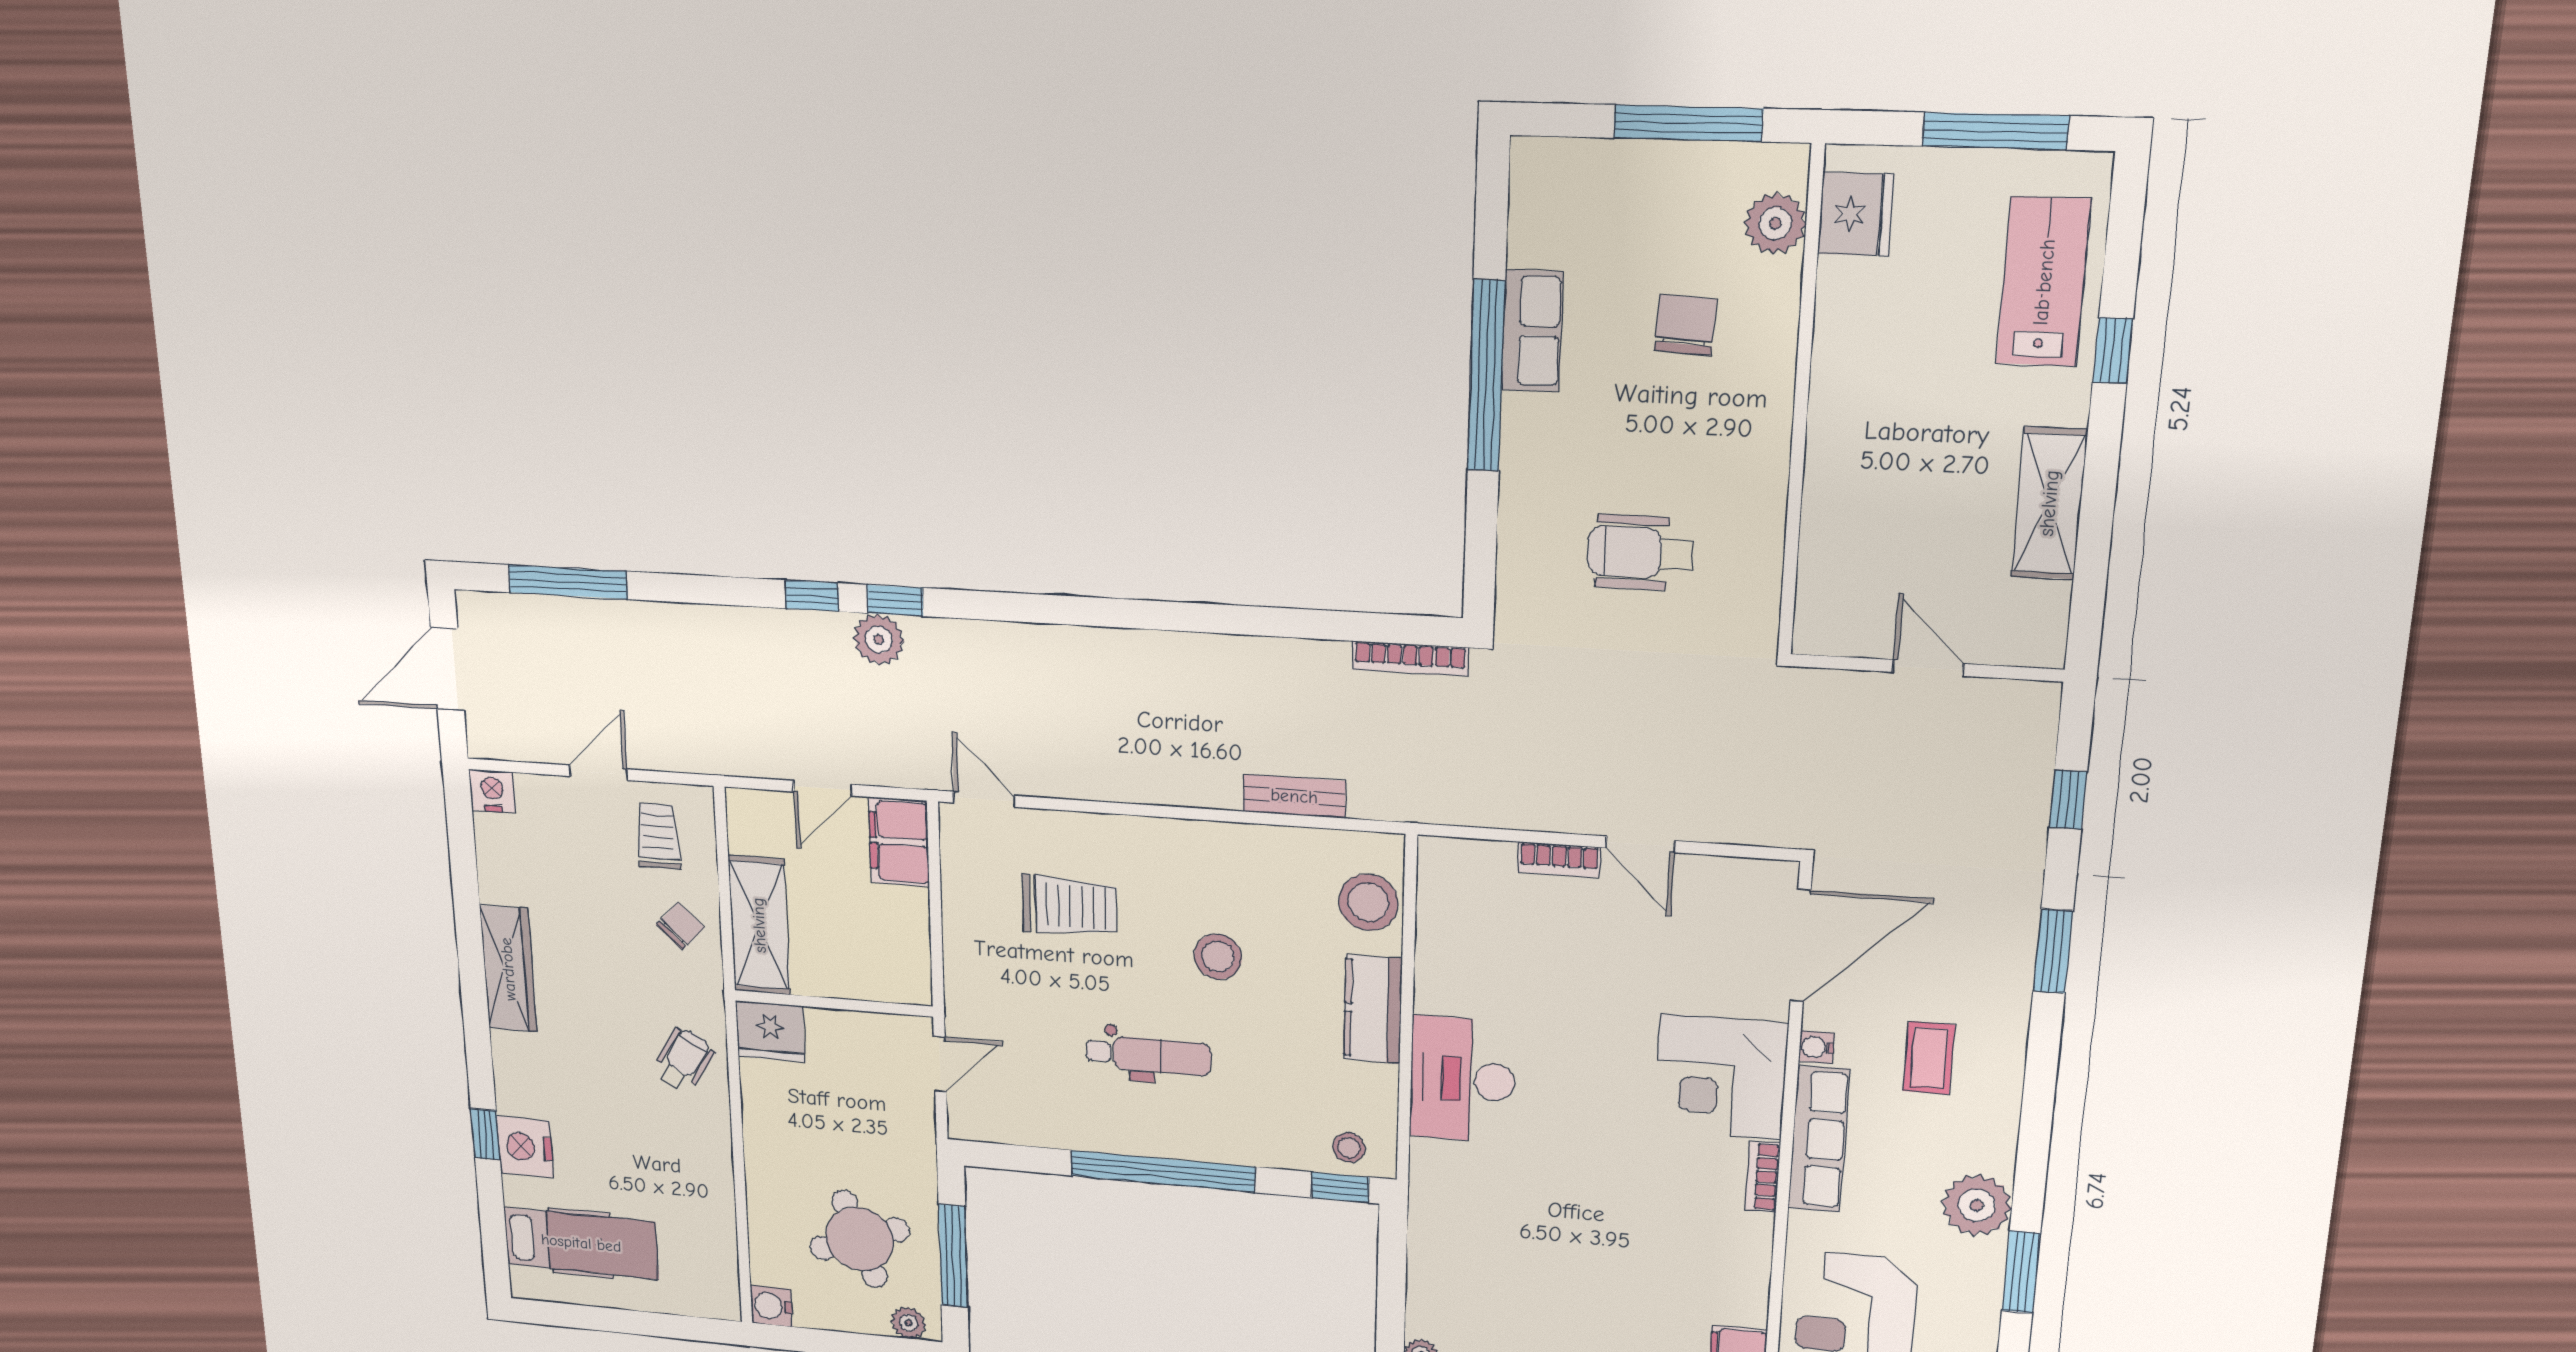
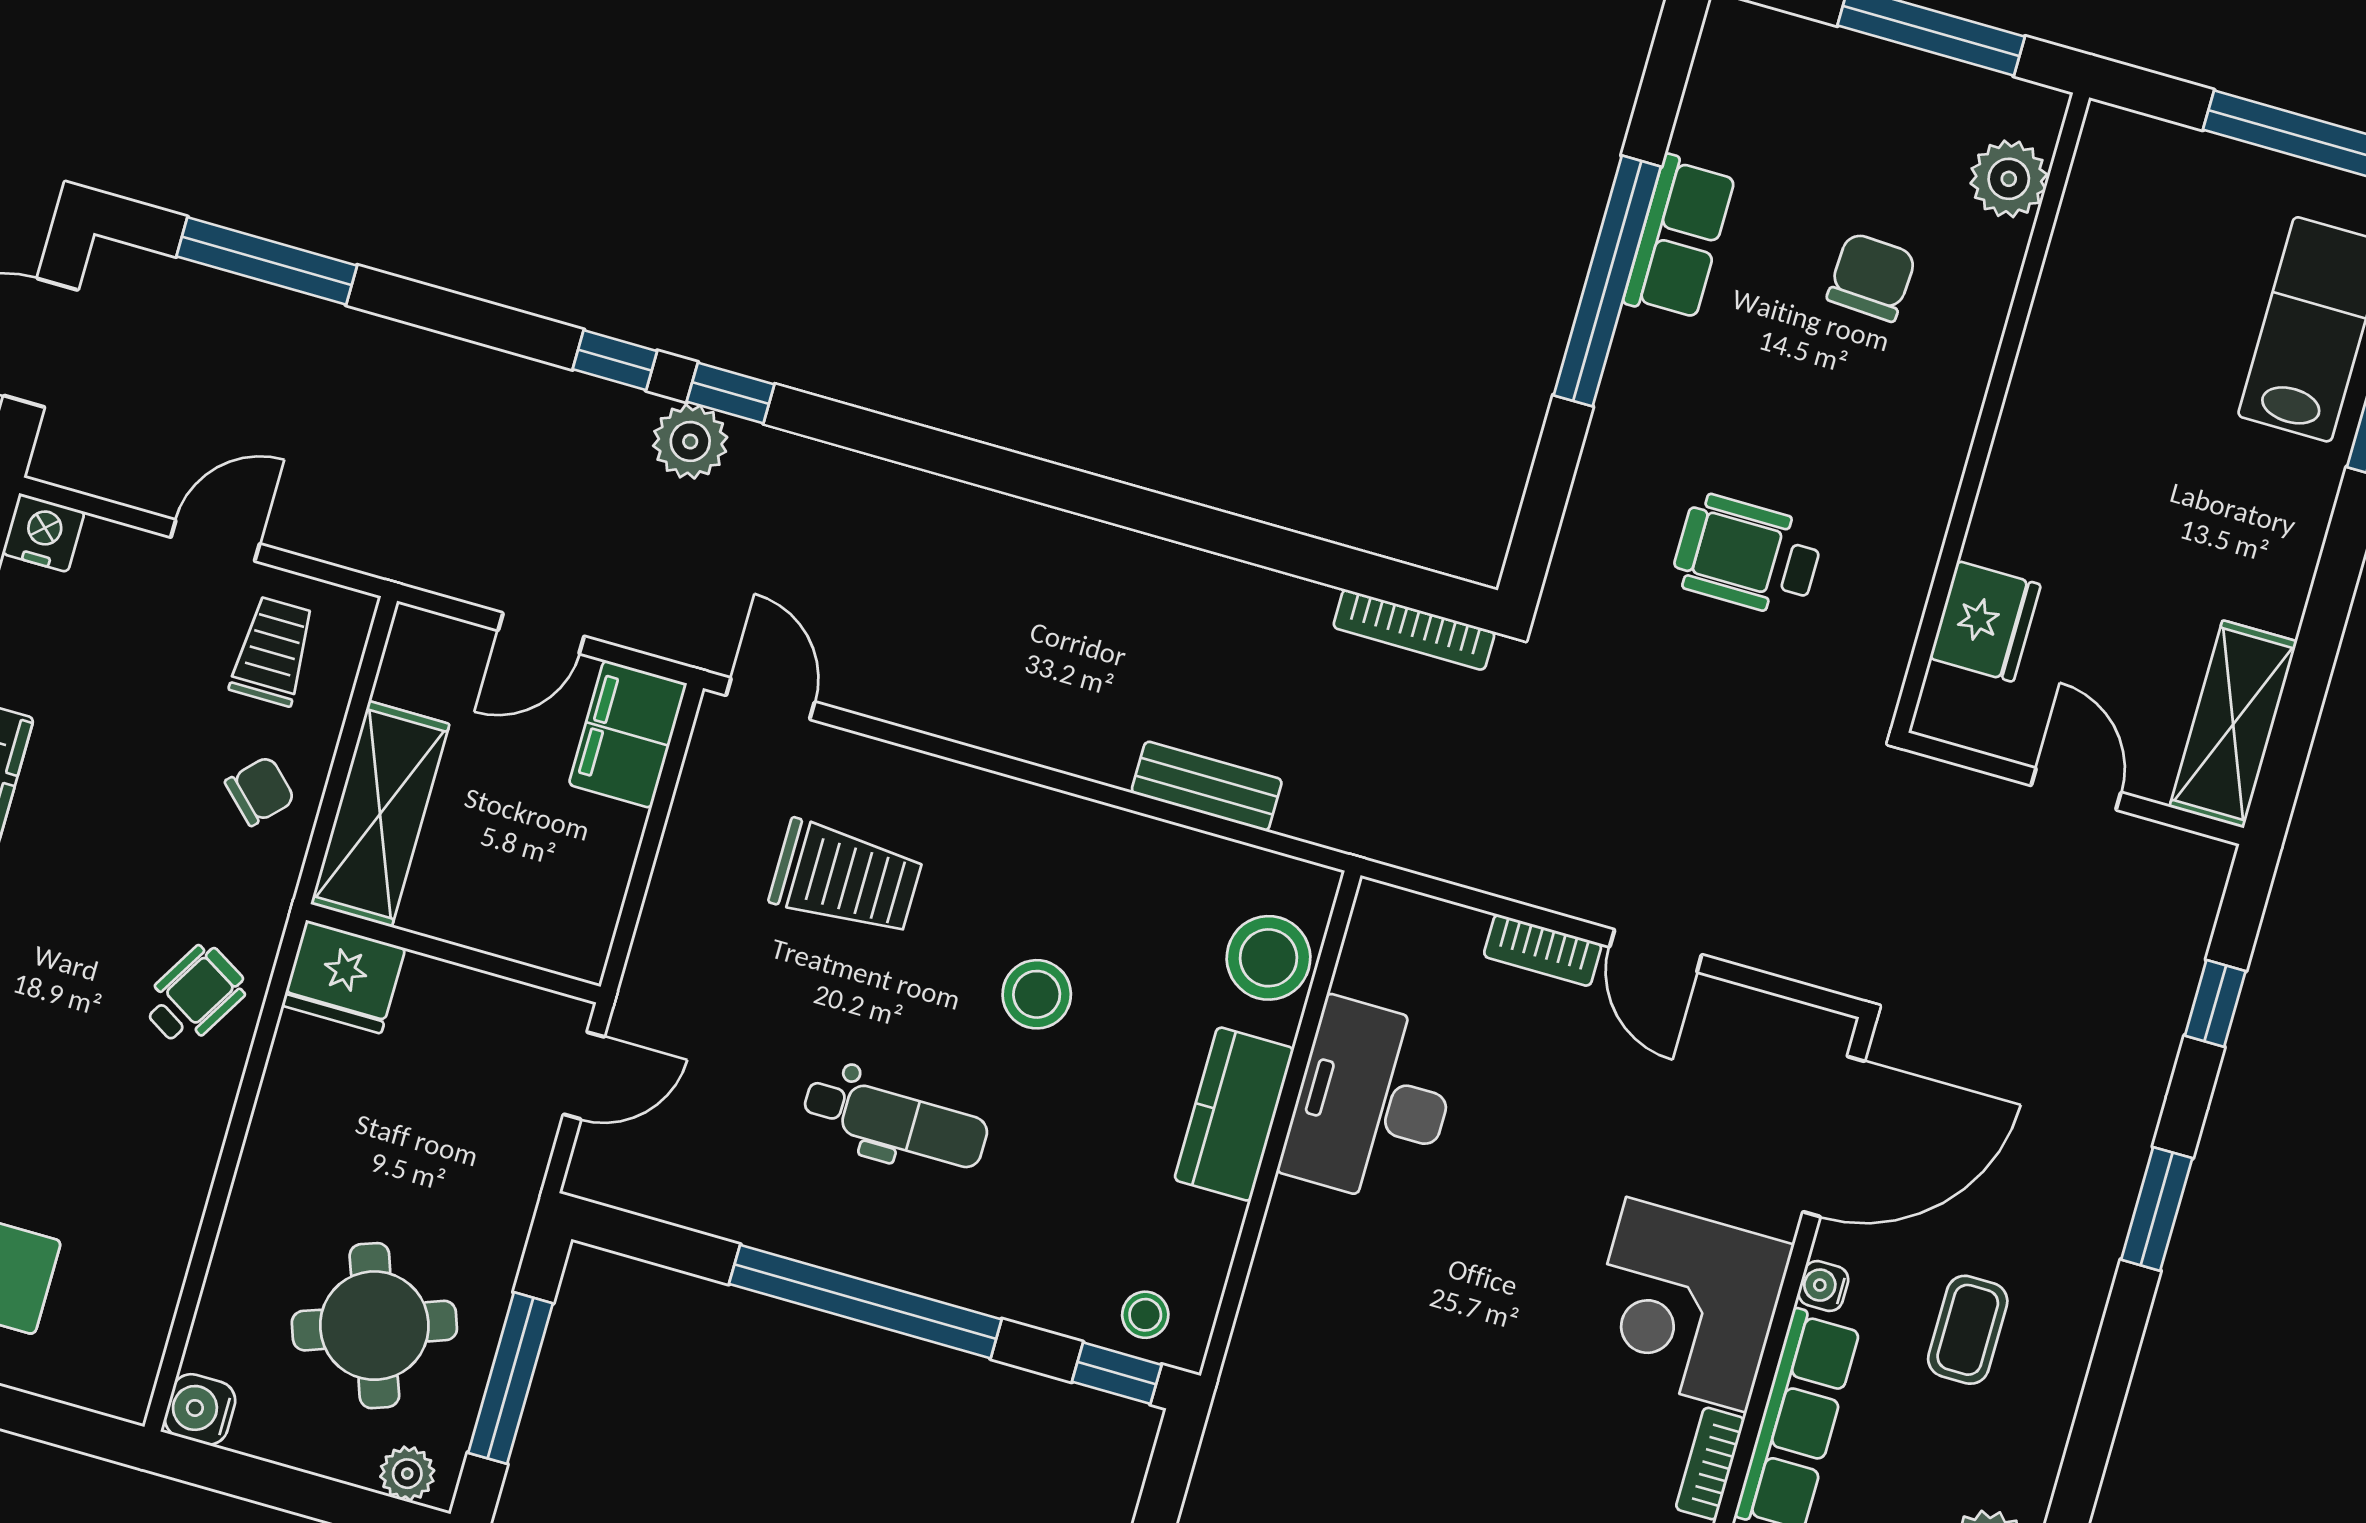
fridge: (1856, 214) -> (1985, 621), moved
shelving: (2049, 503) -> (2233, 724), moved
desk: (1462, 1079) -> (1372, 1102), moved

